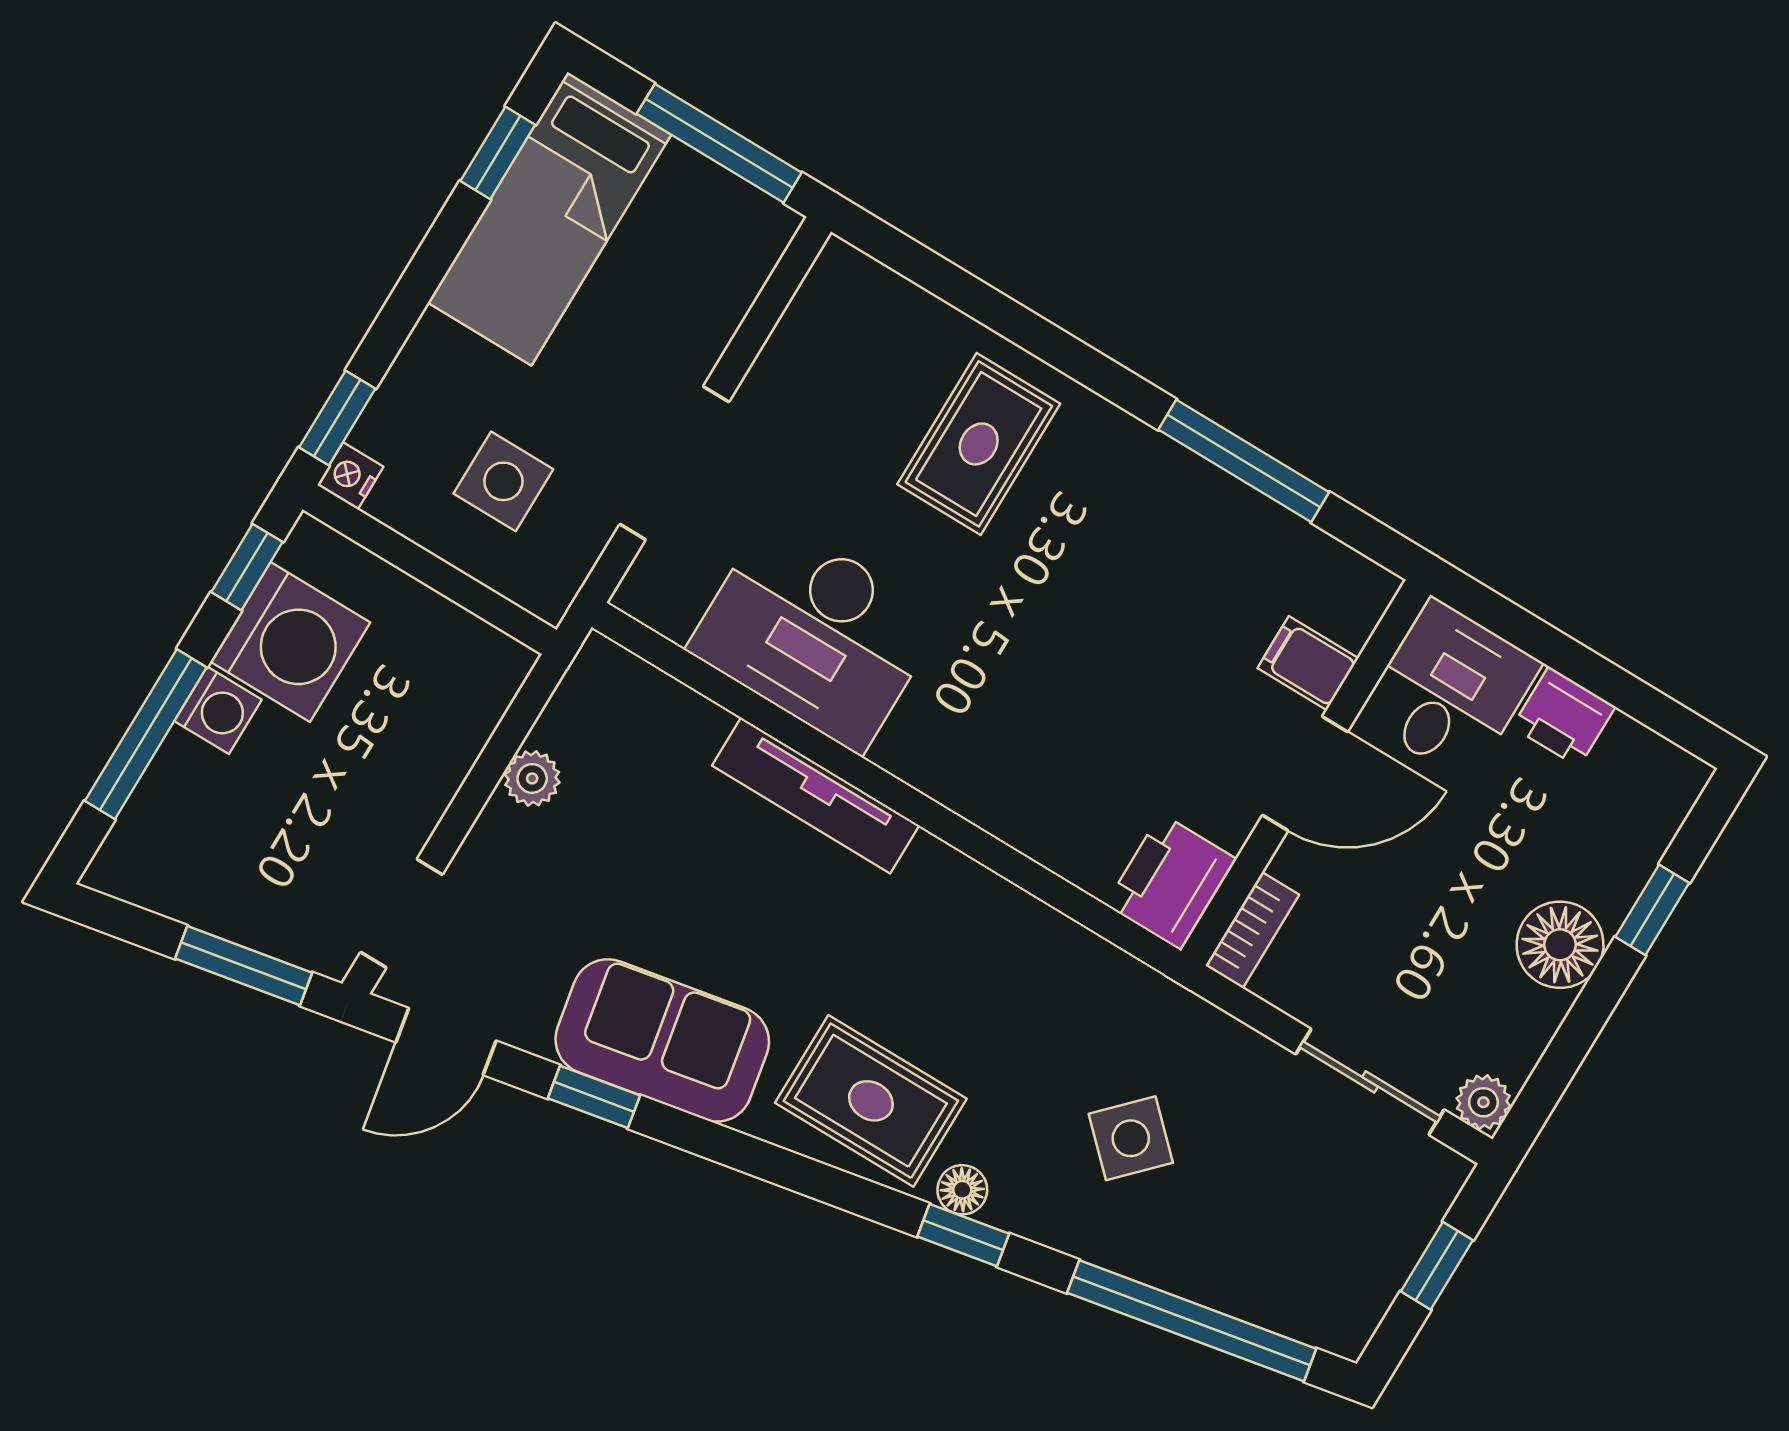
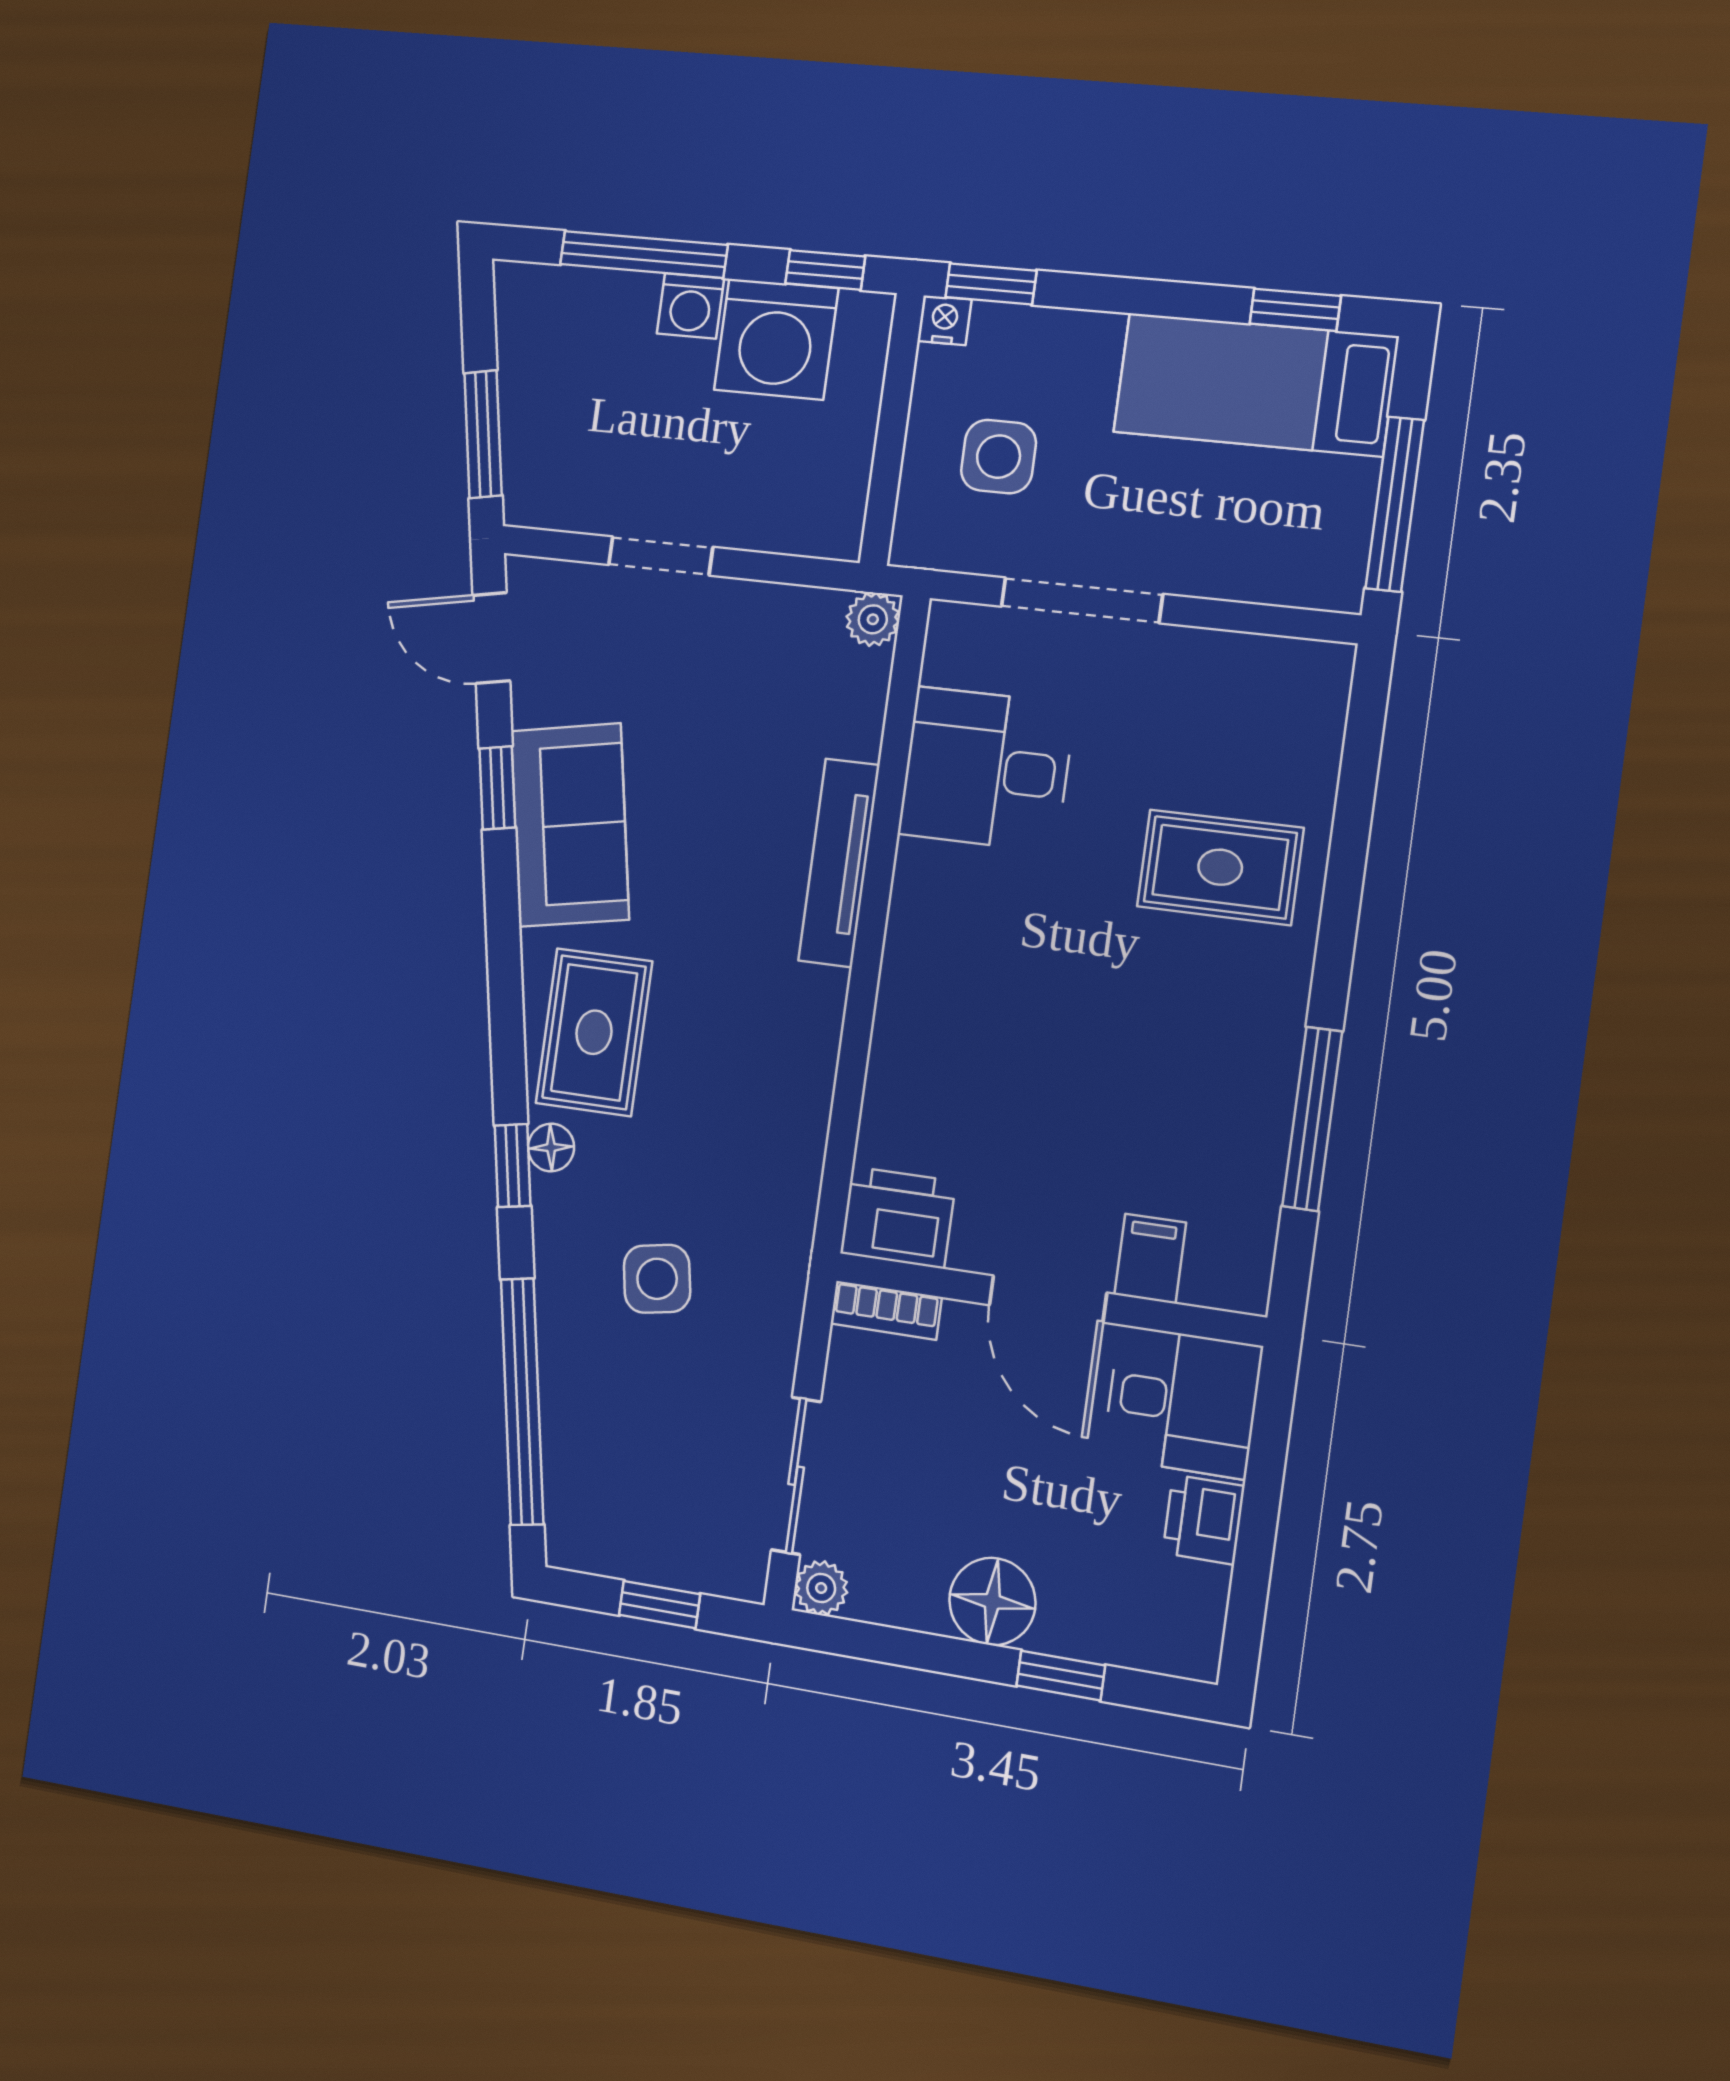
desk: (815, 634) -> (986, 769), width x0.73
plant: (532, 778) -> (873, 619), moved
doorway: (402, 913) -> (661, 556), moved
side table: (1131, 1138) -> (657, 1279), turned 36

